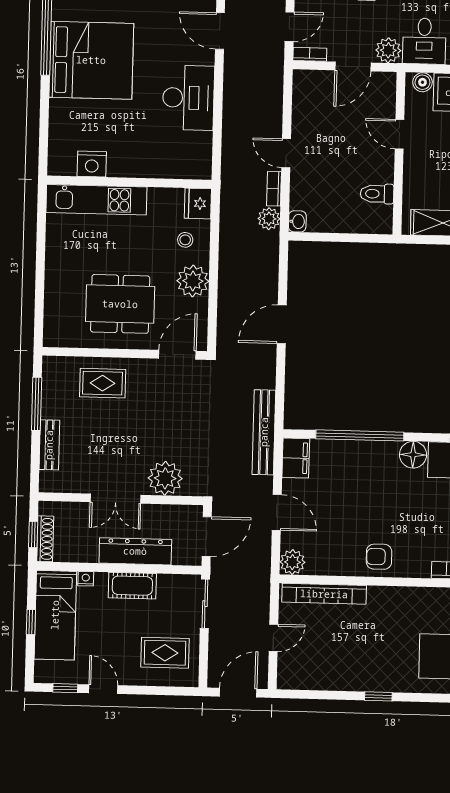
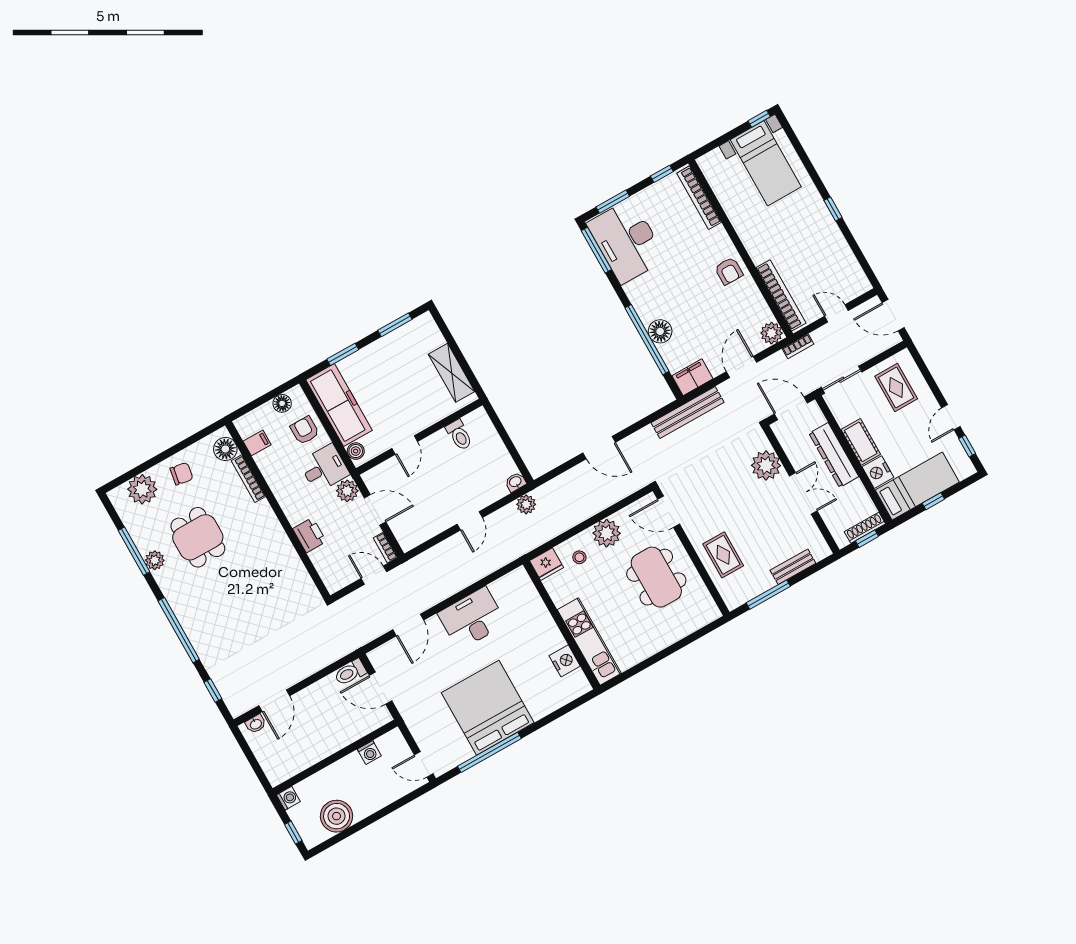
bookcase: (274, 189) -> (798, 346), moved
floor lamp: (413, 455) -> (660, 331), moved
nightstand: (86, 579) -> (878, 472), width x1.89, depth x1.79

